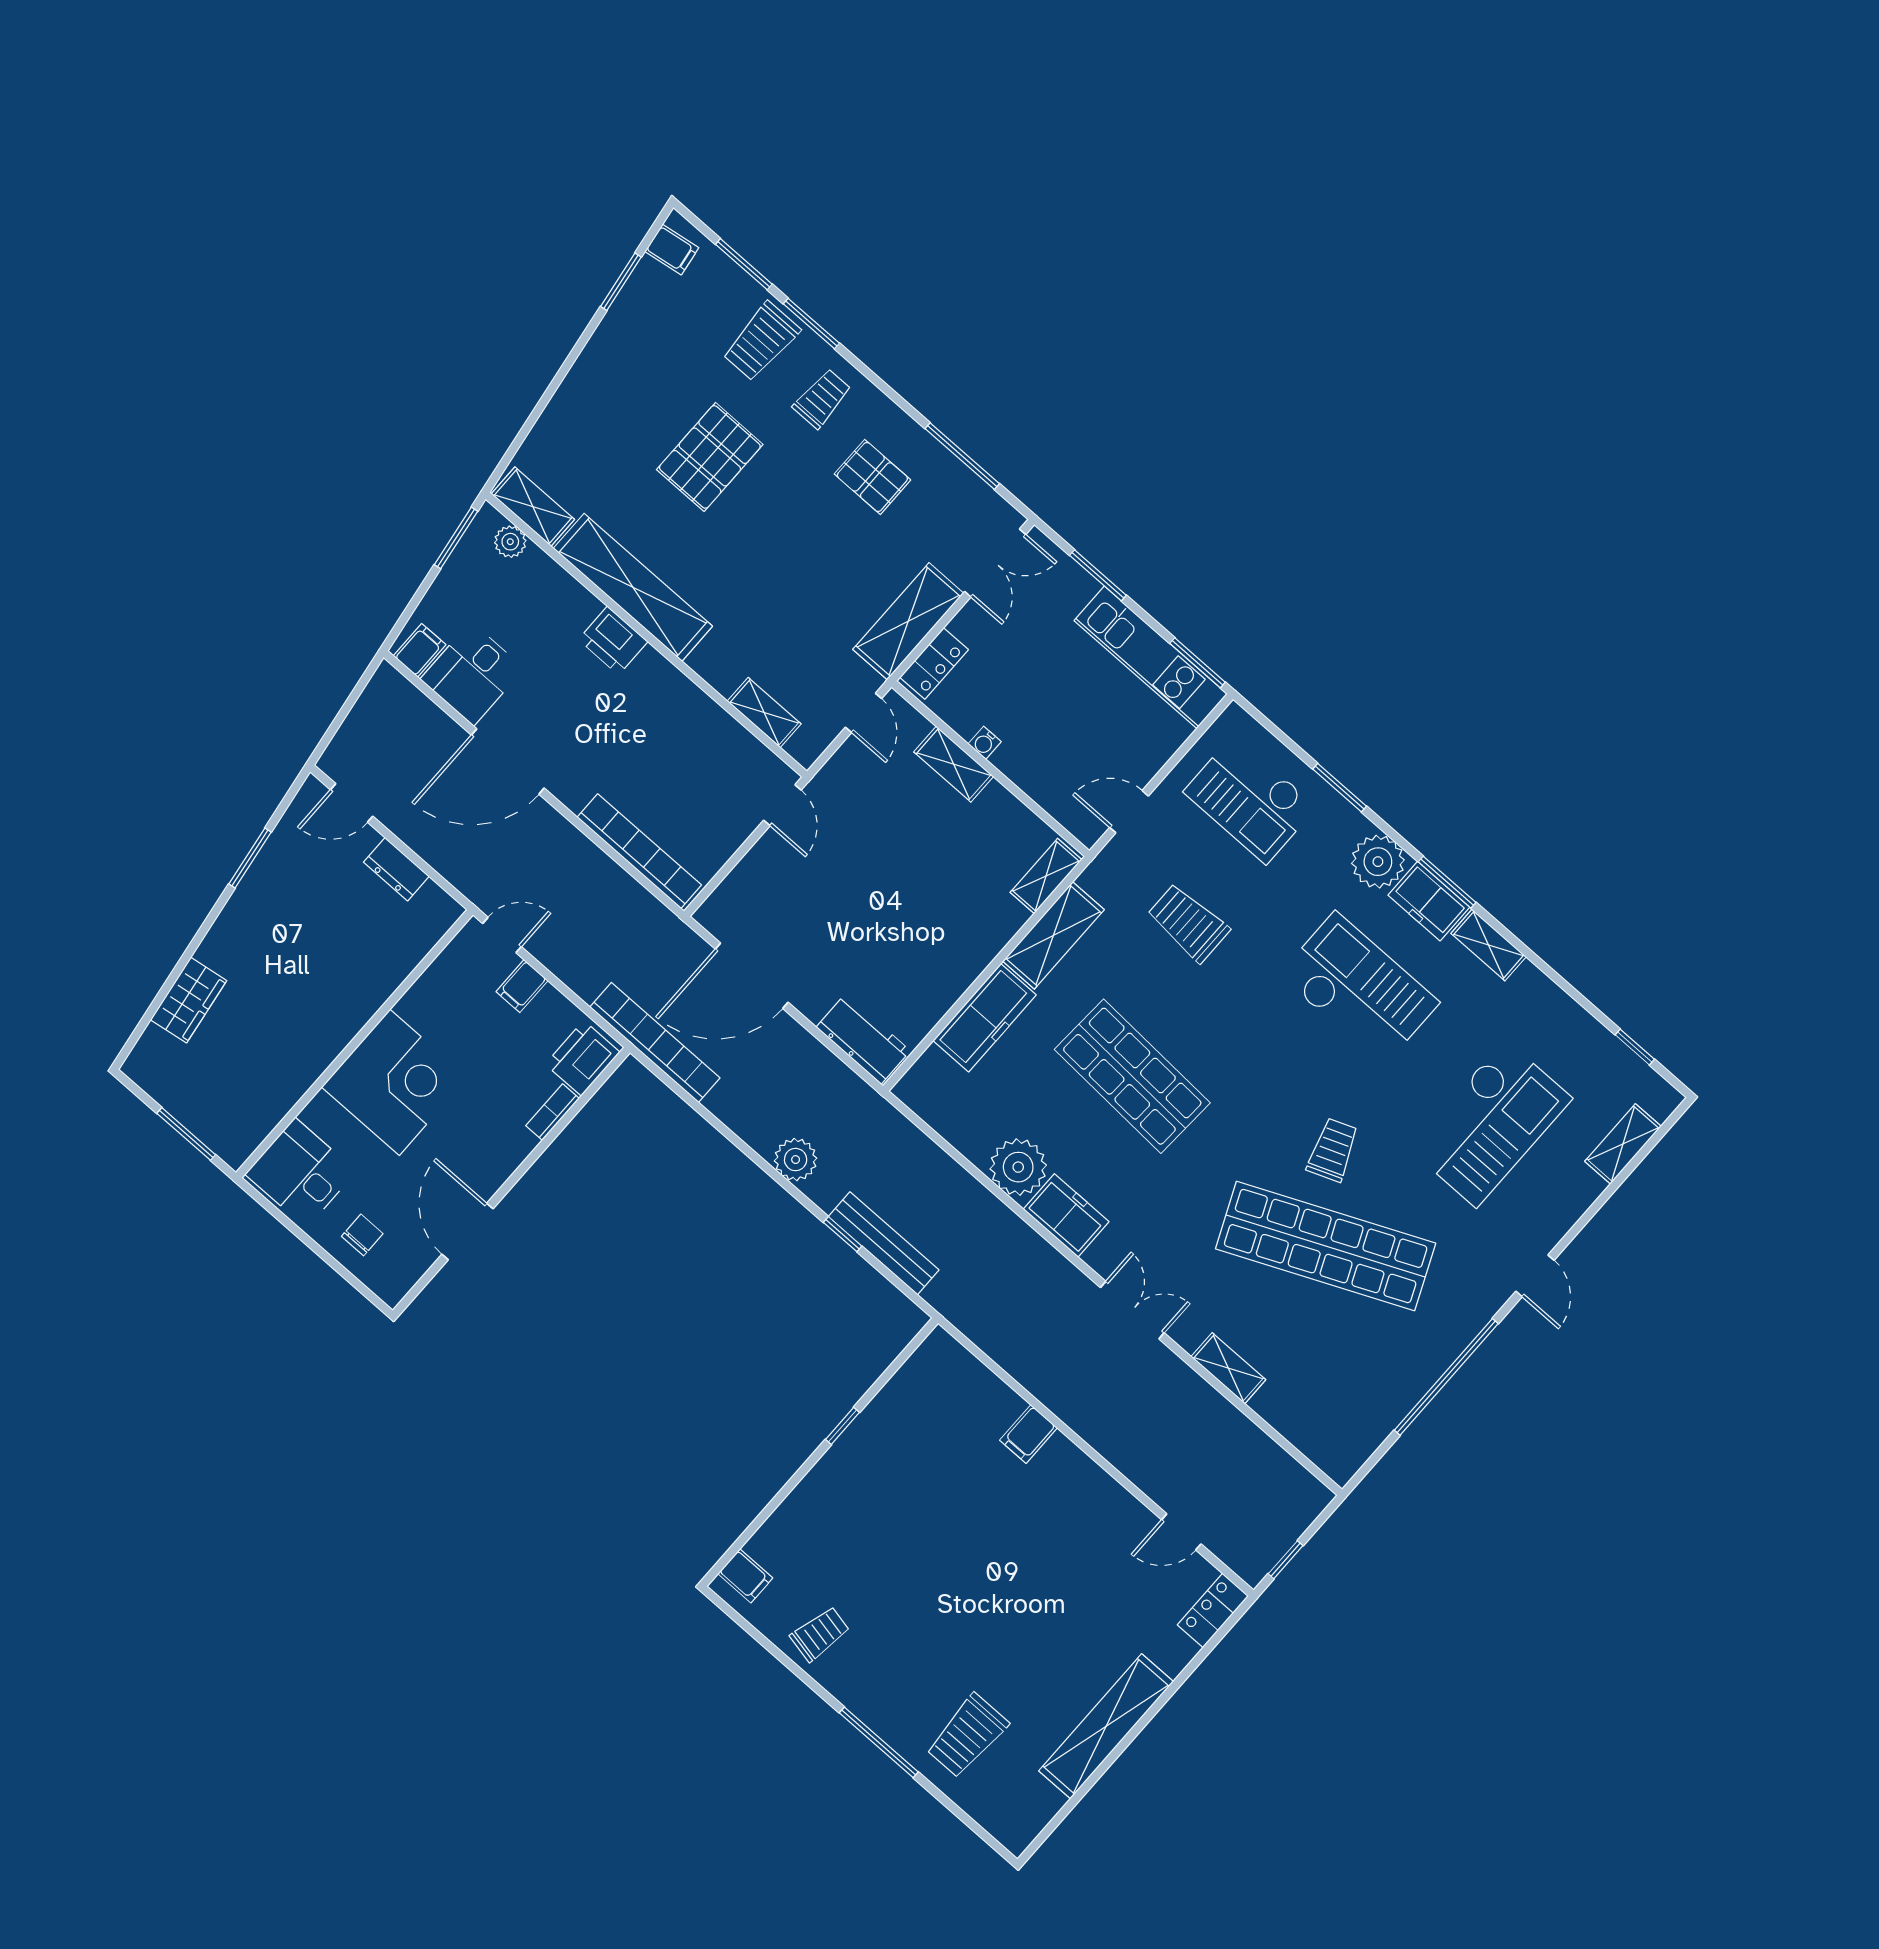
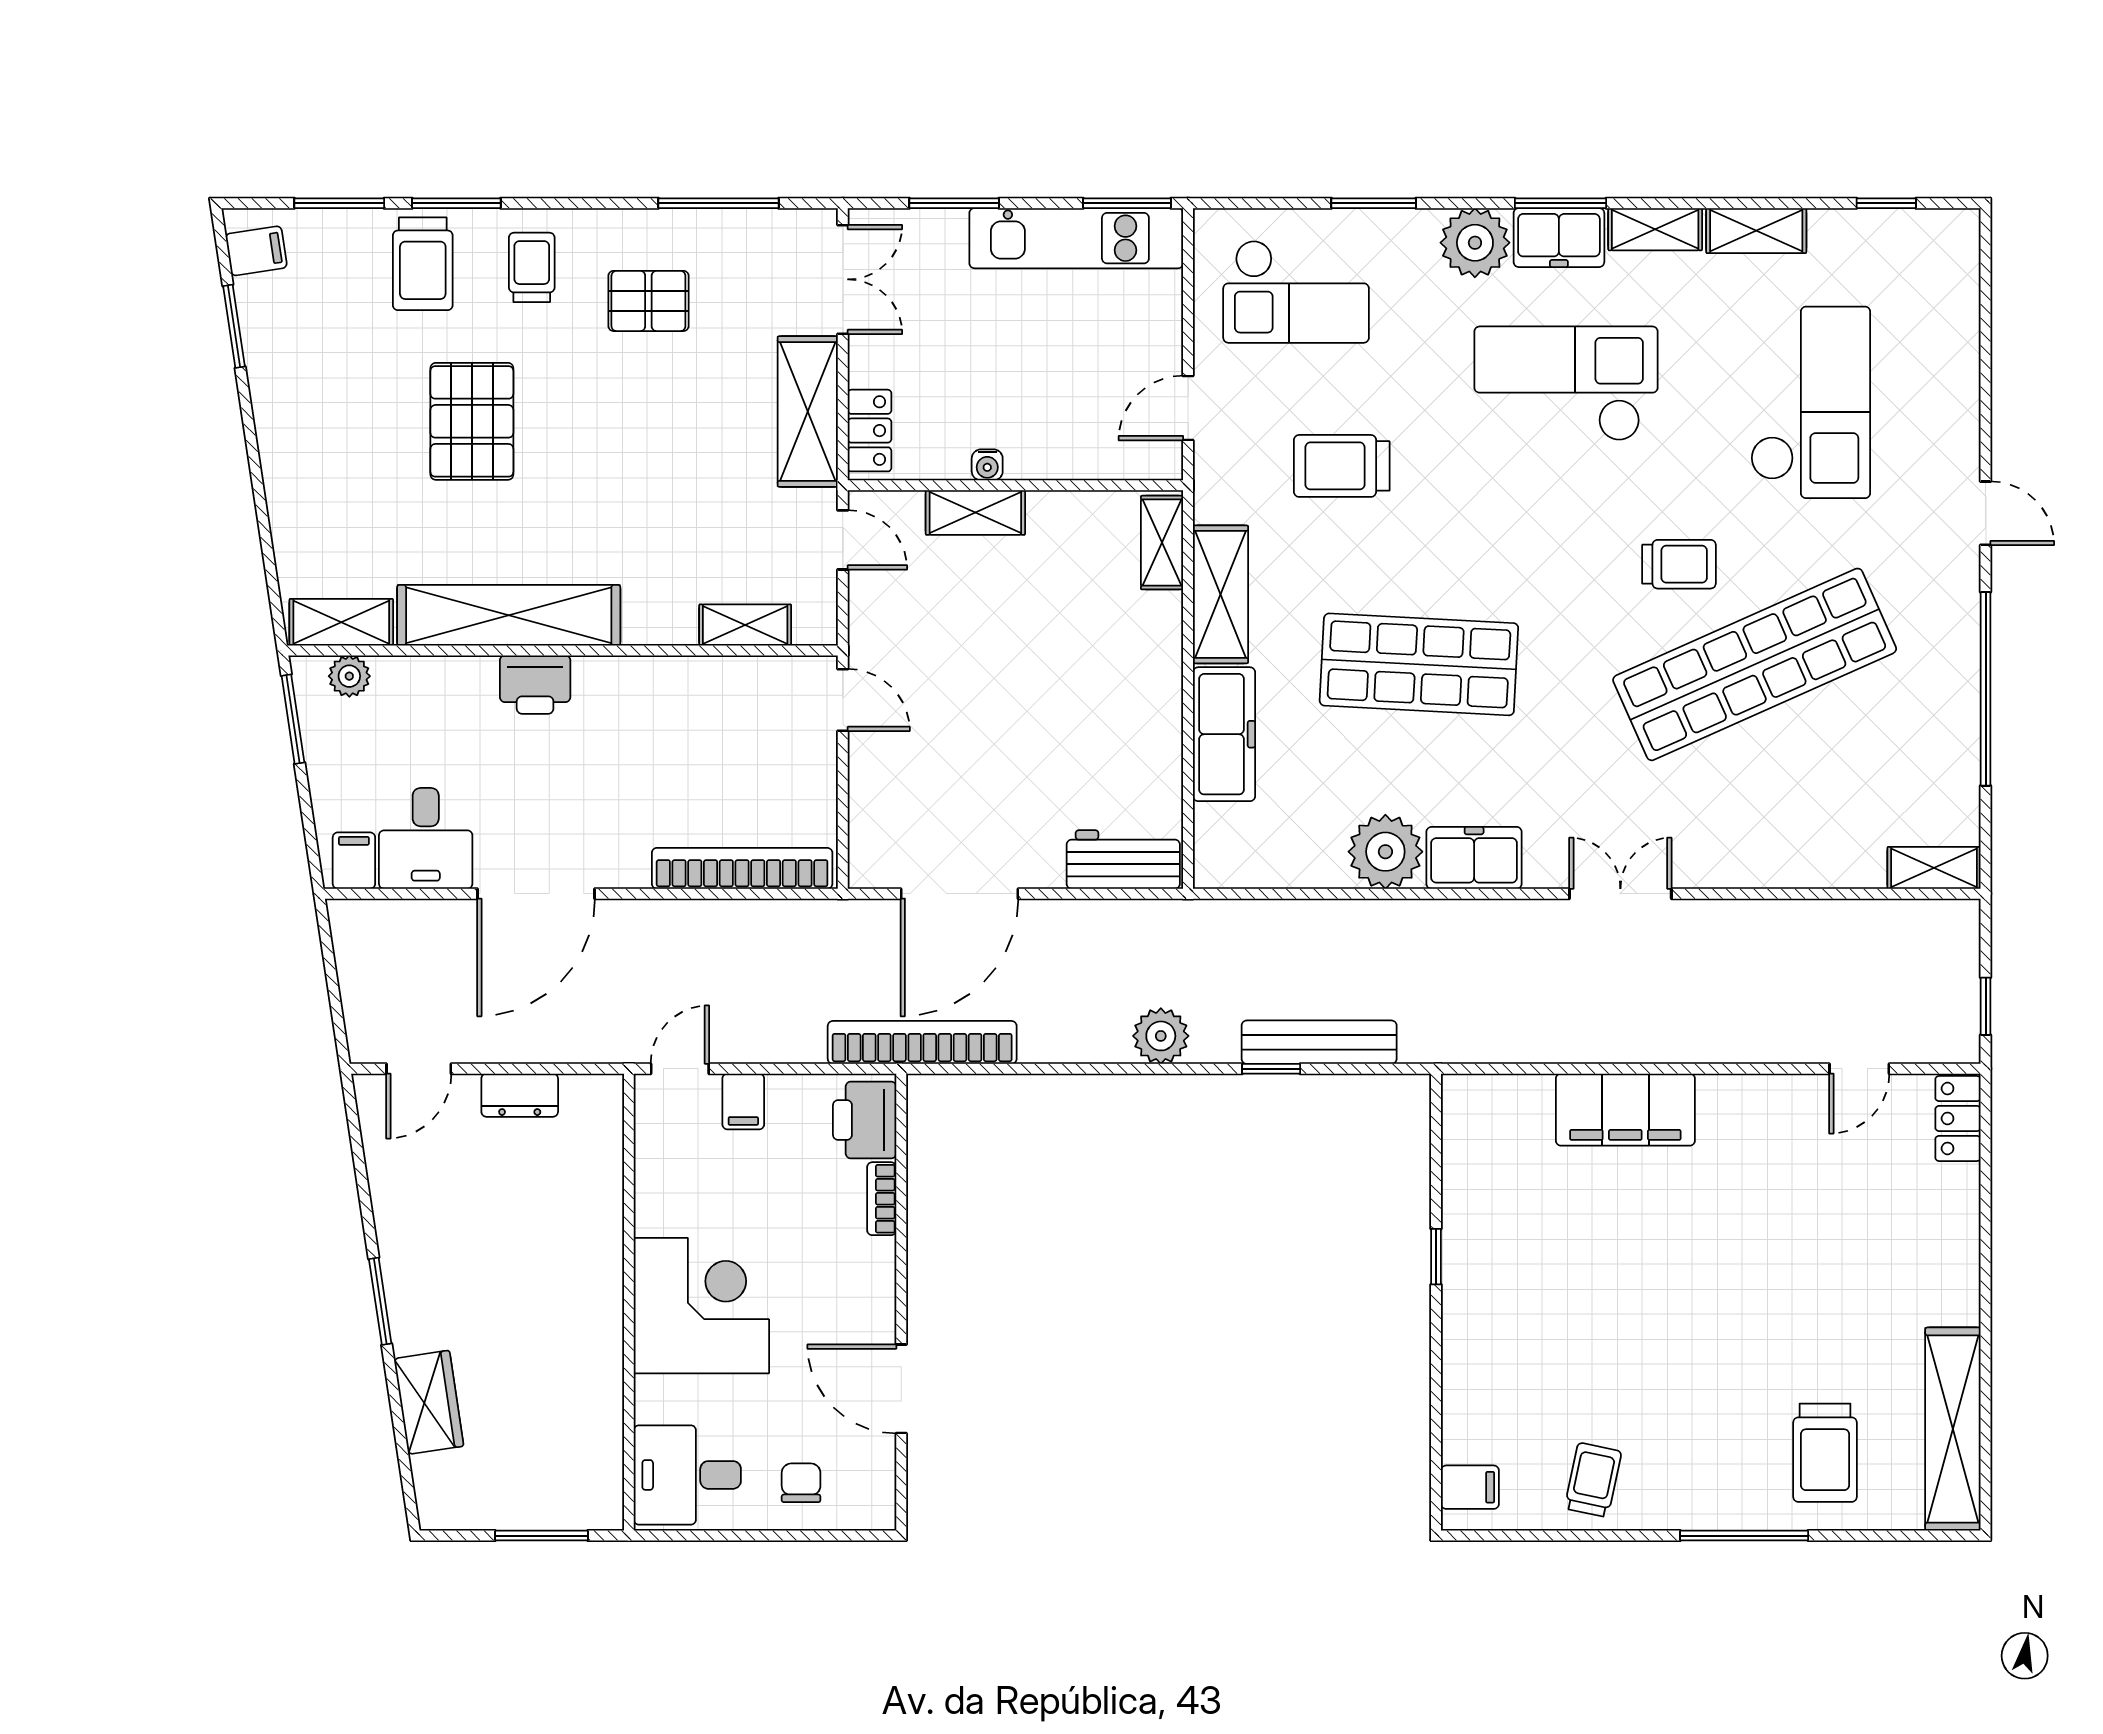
window: (250, 858) -> (380, 1301), moved
shelving: (1623, 1144) -> (1756, 231), moved, turned 90
trolley: (1333, 1150) -> (1679, 564), turned 111
shelving: (1228, 1368) -> (1934, 868), moved
filing cabinet: (1028, 1434) -> (1625, 1110), width x3.00, depth x1.17
shelving: (1106, 1726) -> (1953, 1429), moved

